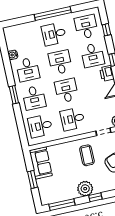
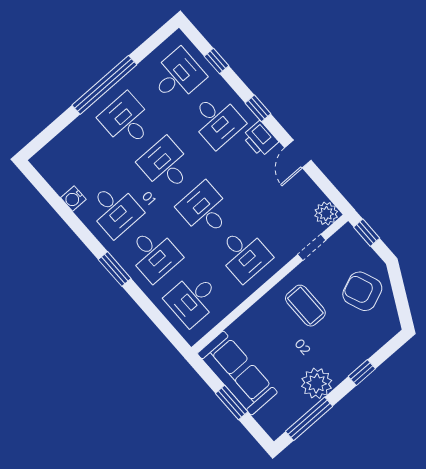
desk: (86, 27) -> (178, 76), turned 90
desk: (54, 34) -> (127, 120), turned 90
desk: (73, 119) -> (244, 254), turned -90
sofa: (41, 163) -> (237, 373), width x1.36
plant: (85, 189) -> (317, 383), moved

